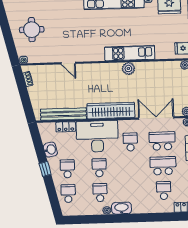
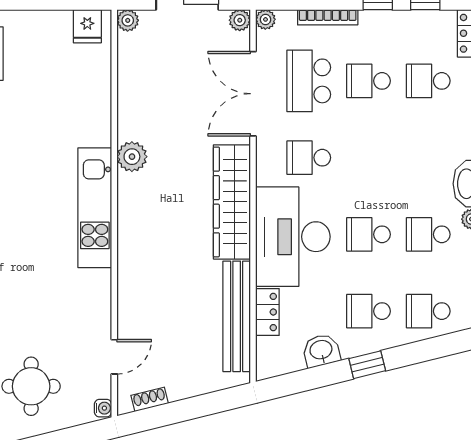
kitchen unit: (130, 53) -> (95, 208), moved
door: (68, 63) -> (114, 357), moved
school desk: (163, 166) -> (368, 81), width x0.54

